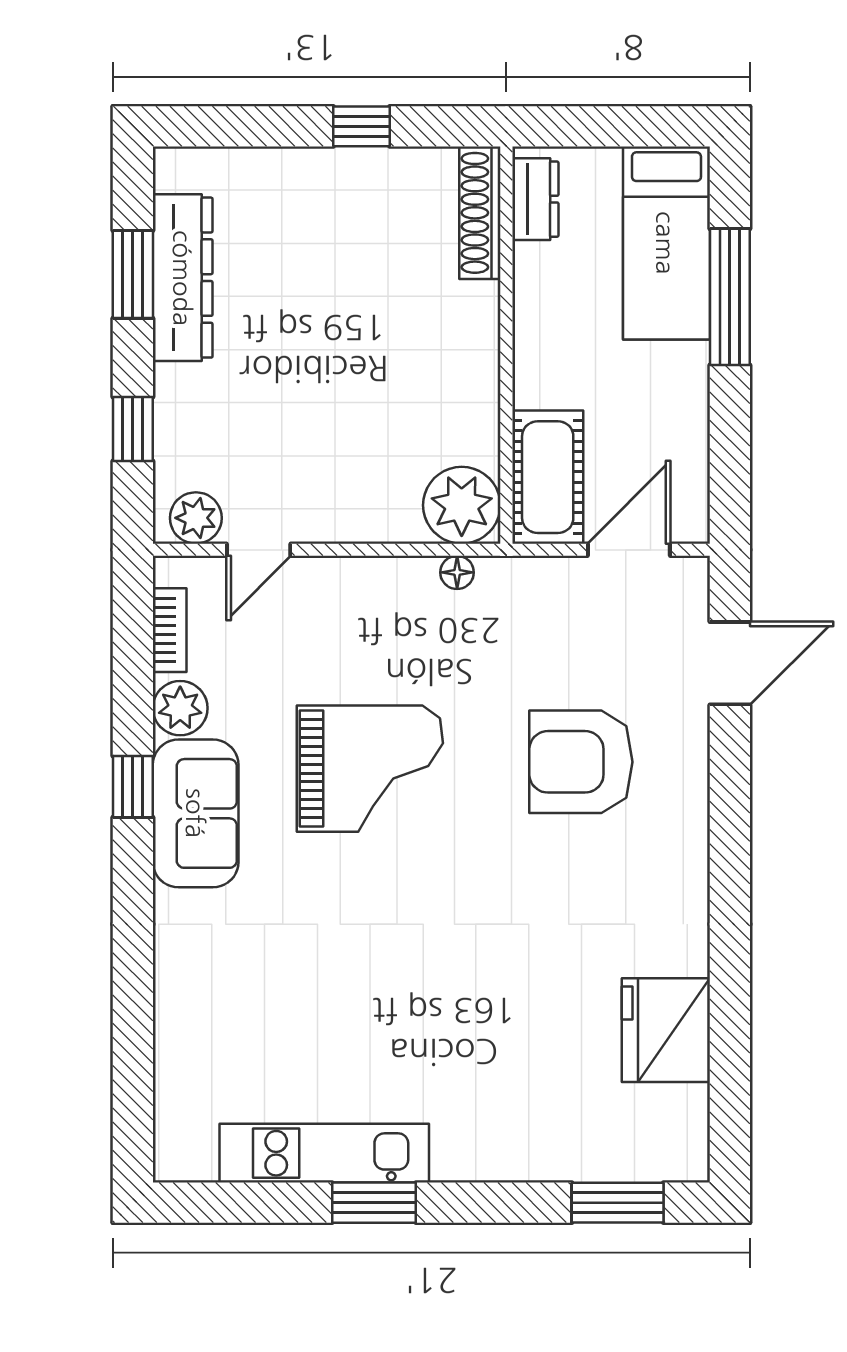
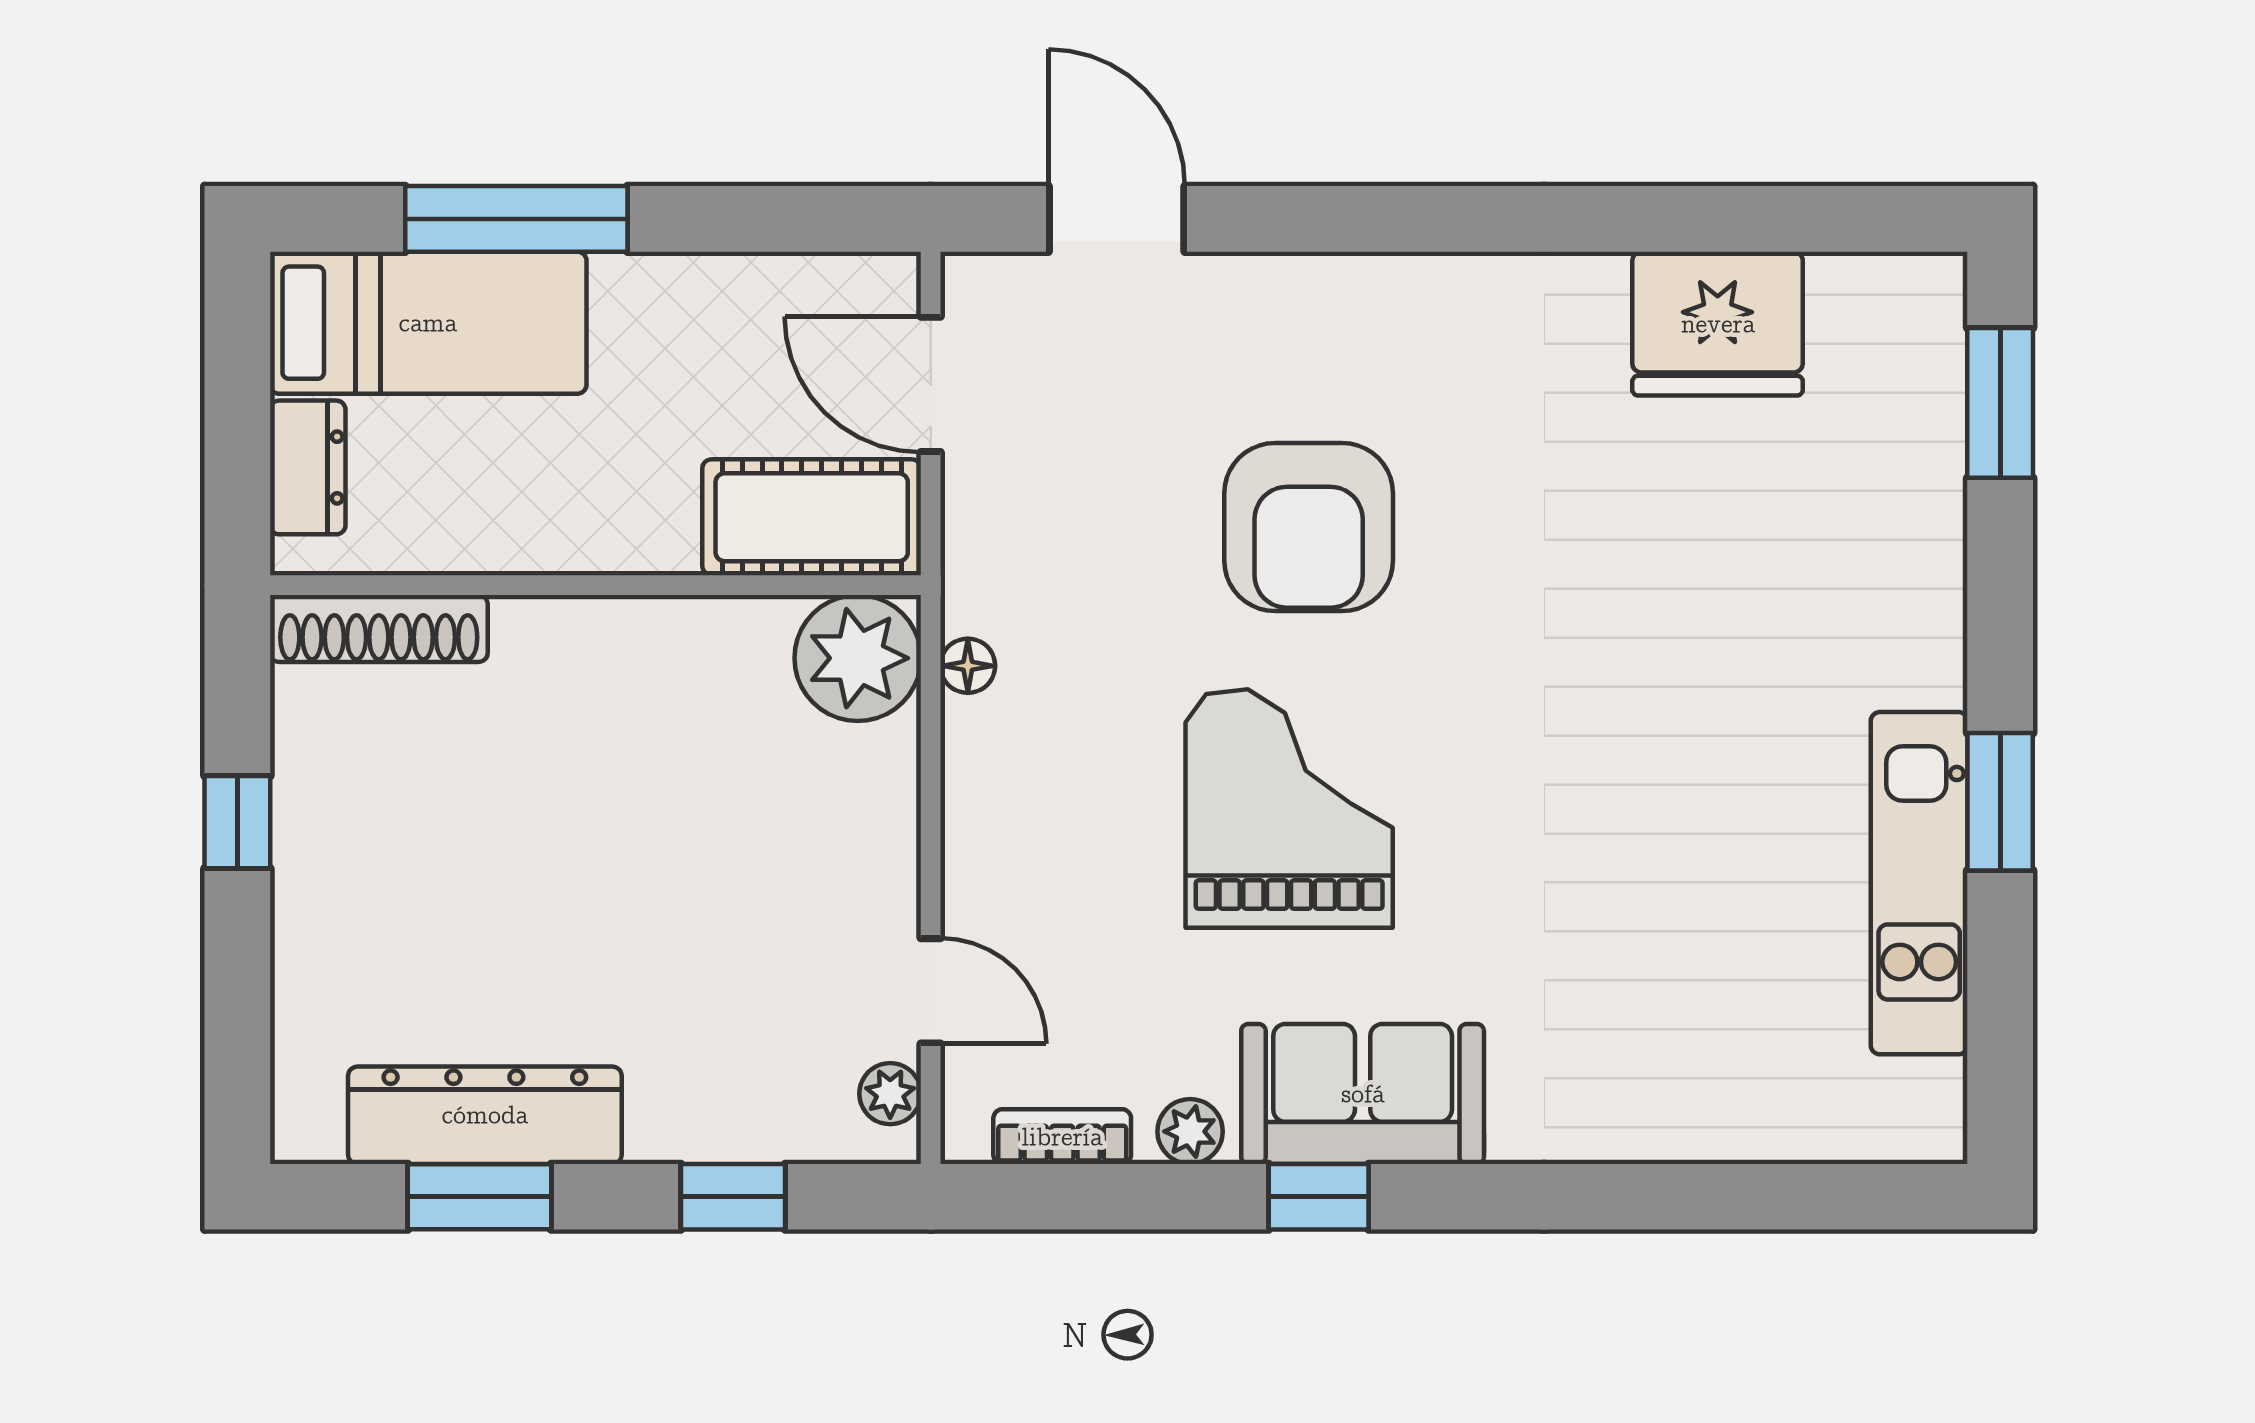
dresser: (535, 199) -> (308, 467), moved, turned 90
plant: (196, 518) -> (890, 1094), width x0.73, depth x0.73
plant: (180, 708) -> (1190, 1131), width x0.73, depth x0.73
armchair: (581, 762) -> (1309, 527), moved

